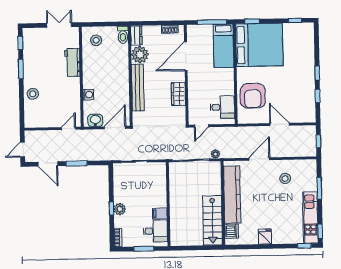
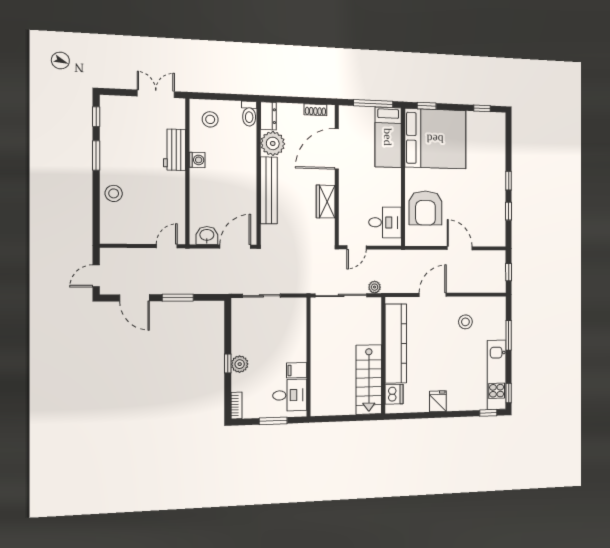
washing machine: (88, 95) -> (197, 160), moved

